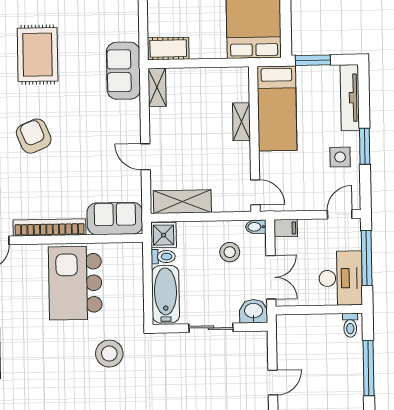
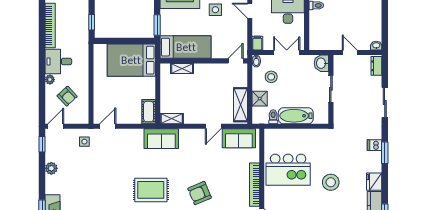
shelving: (241, 122) -> (182, 68), moved
sofa: (115, 219) -> (239, 138), moved, turned -90
shower: (163, 235) -> (260, 99), moved
washbasin: (254, 311) -> (321, 63), moved
wall: (210, 328) -> (331, 89), moved
sliding door: (211, 328) -> (331, 89), moved
stool: (109, 354) -> (331, 182), moved

